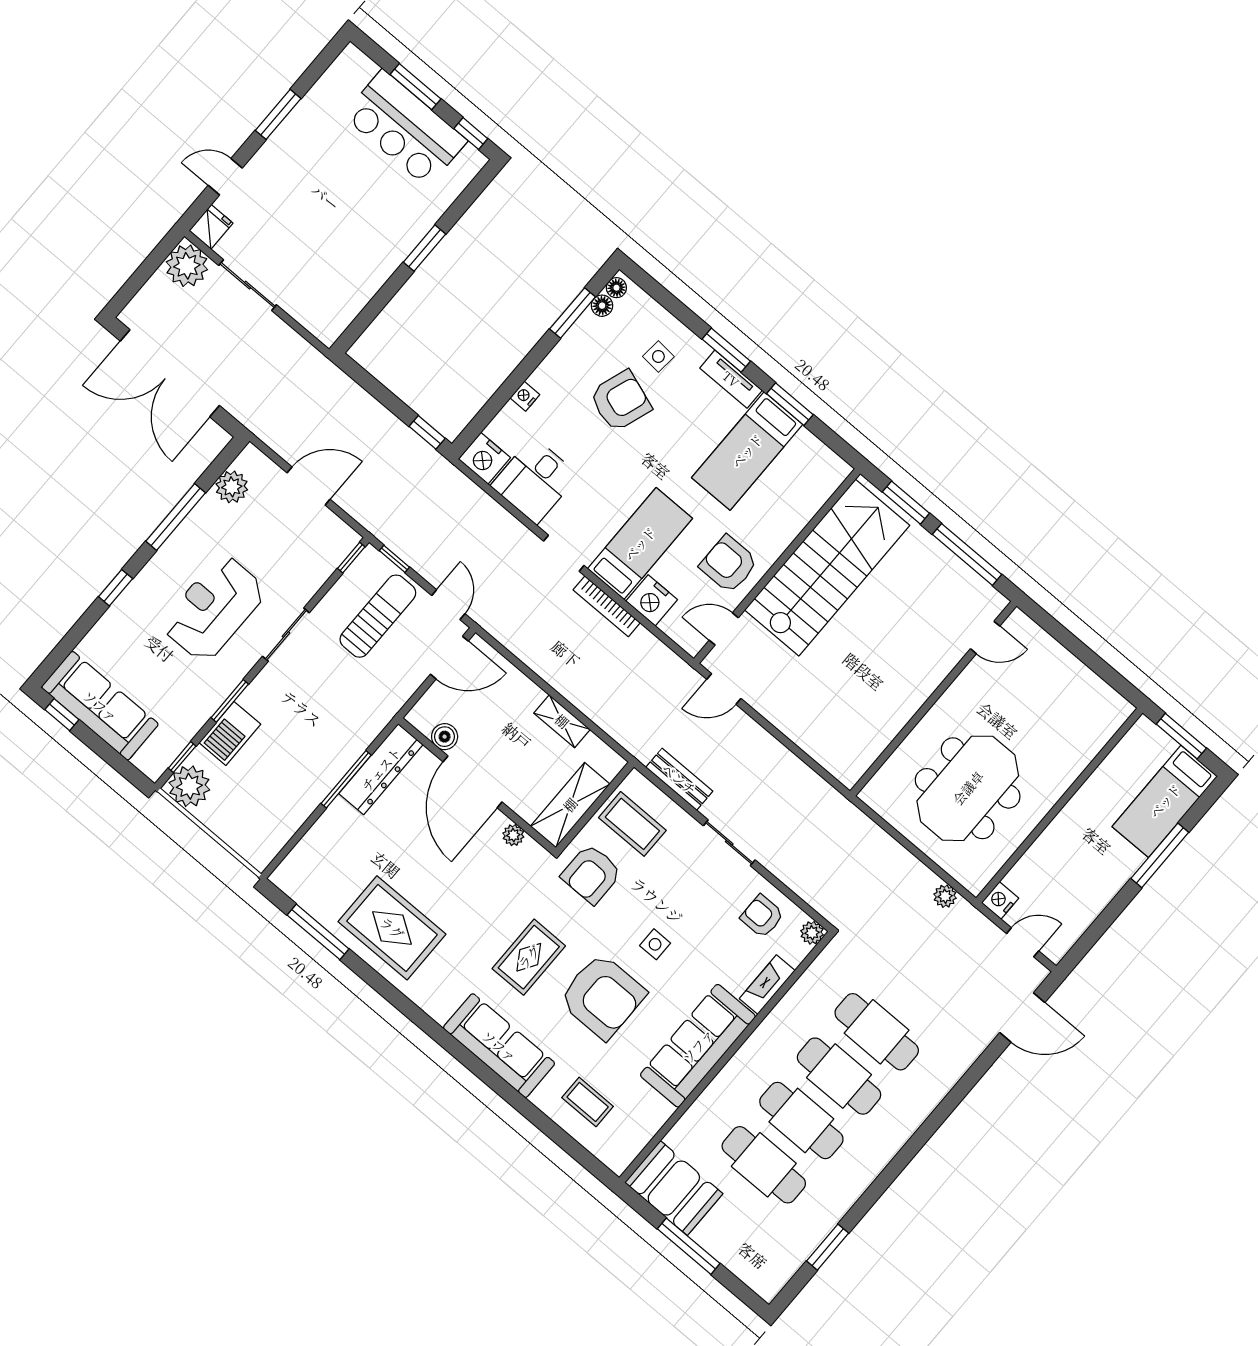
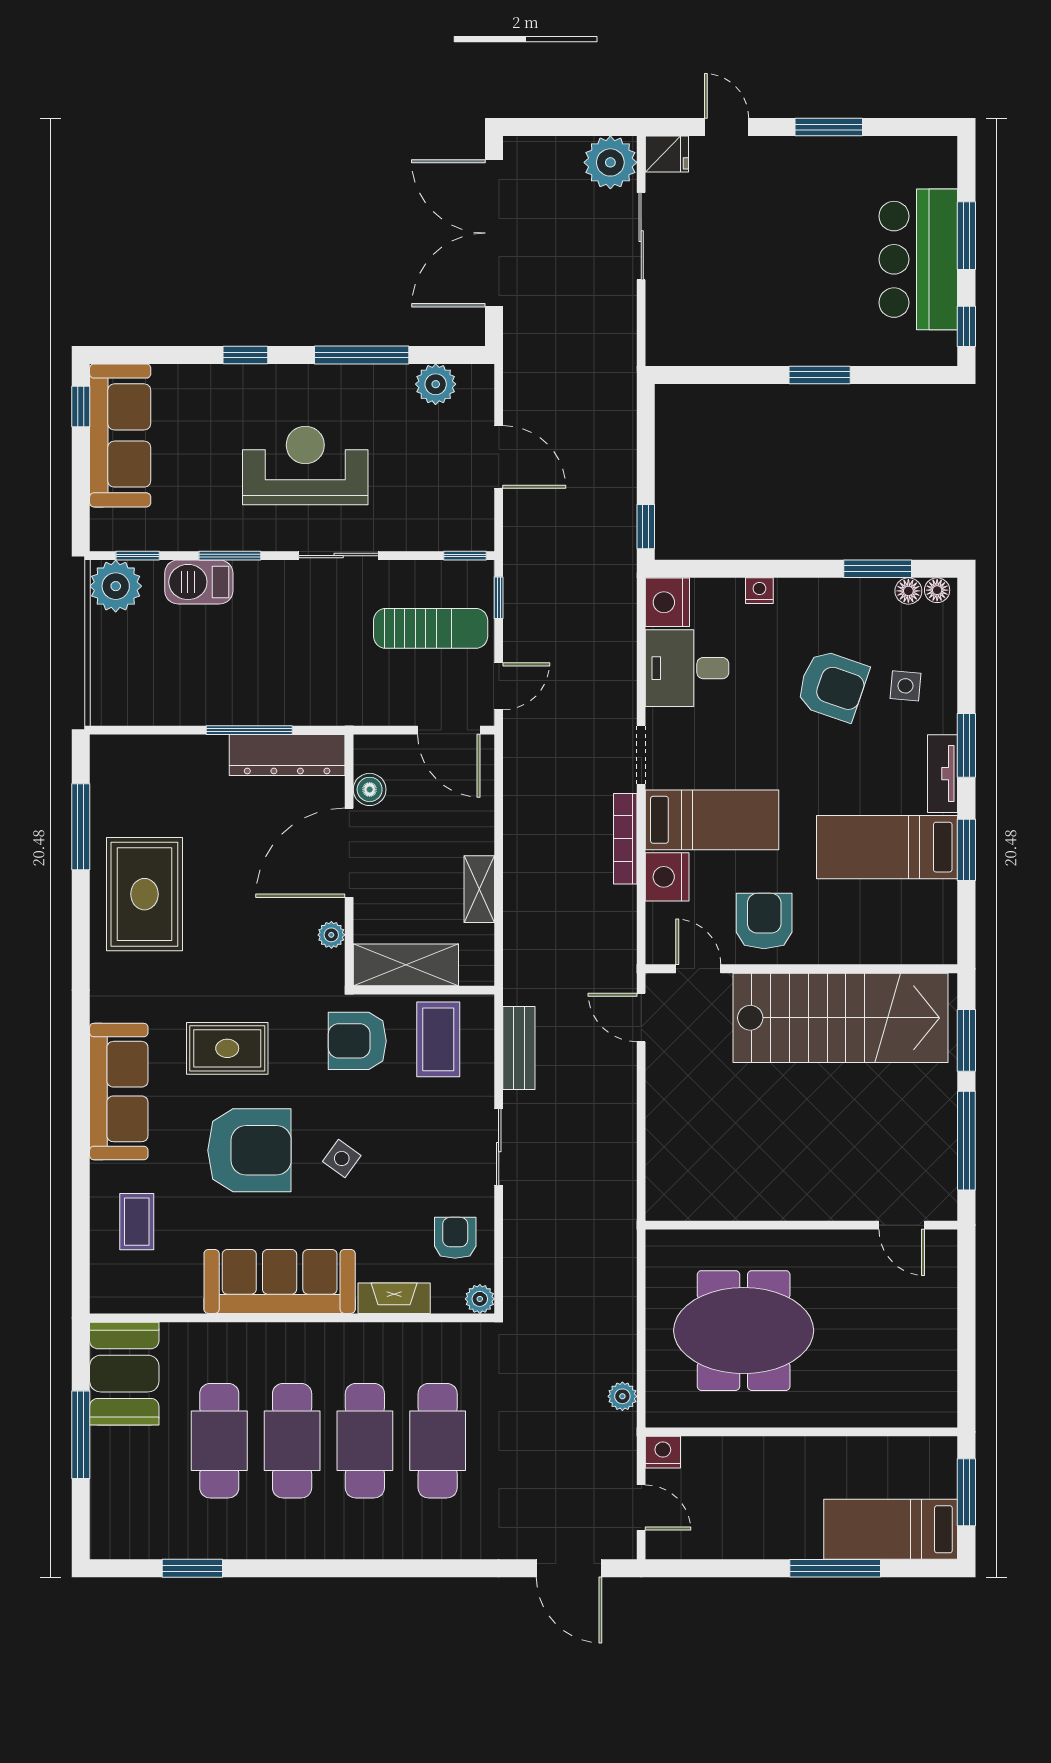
side table: (655, 944) -> (342, 1158), turned 36
armchair: (602, 996) -> (249, 1150), turned -90

